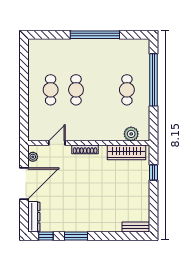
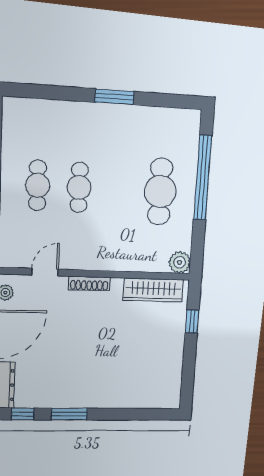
window: (95, 35) -> (114, 97), width x0.47
cafe table: (127, 90) -> (160, 192), width x1.37, depth x1.35
plant: (131, 134) -> (180, 262), moved
bench: (136, 227) -> (160, 401), removed

